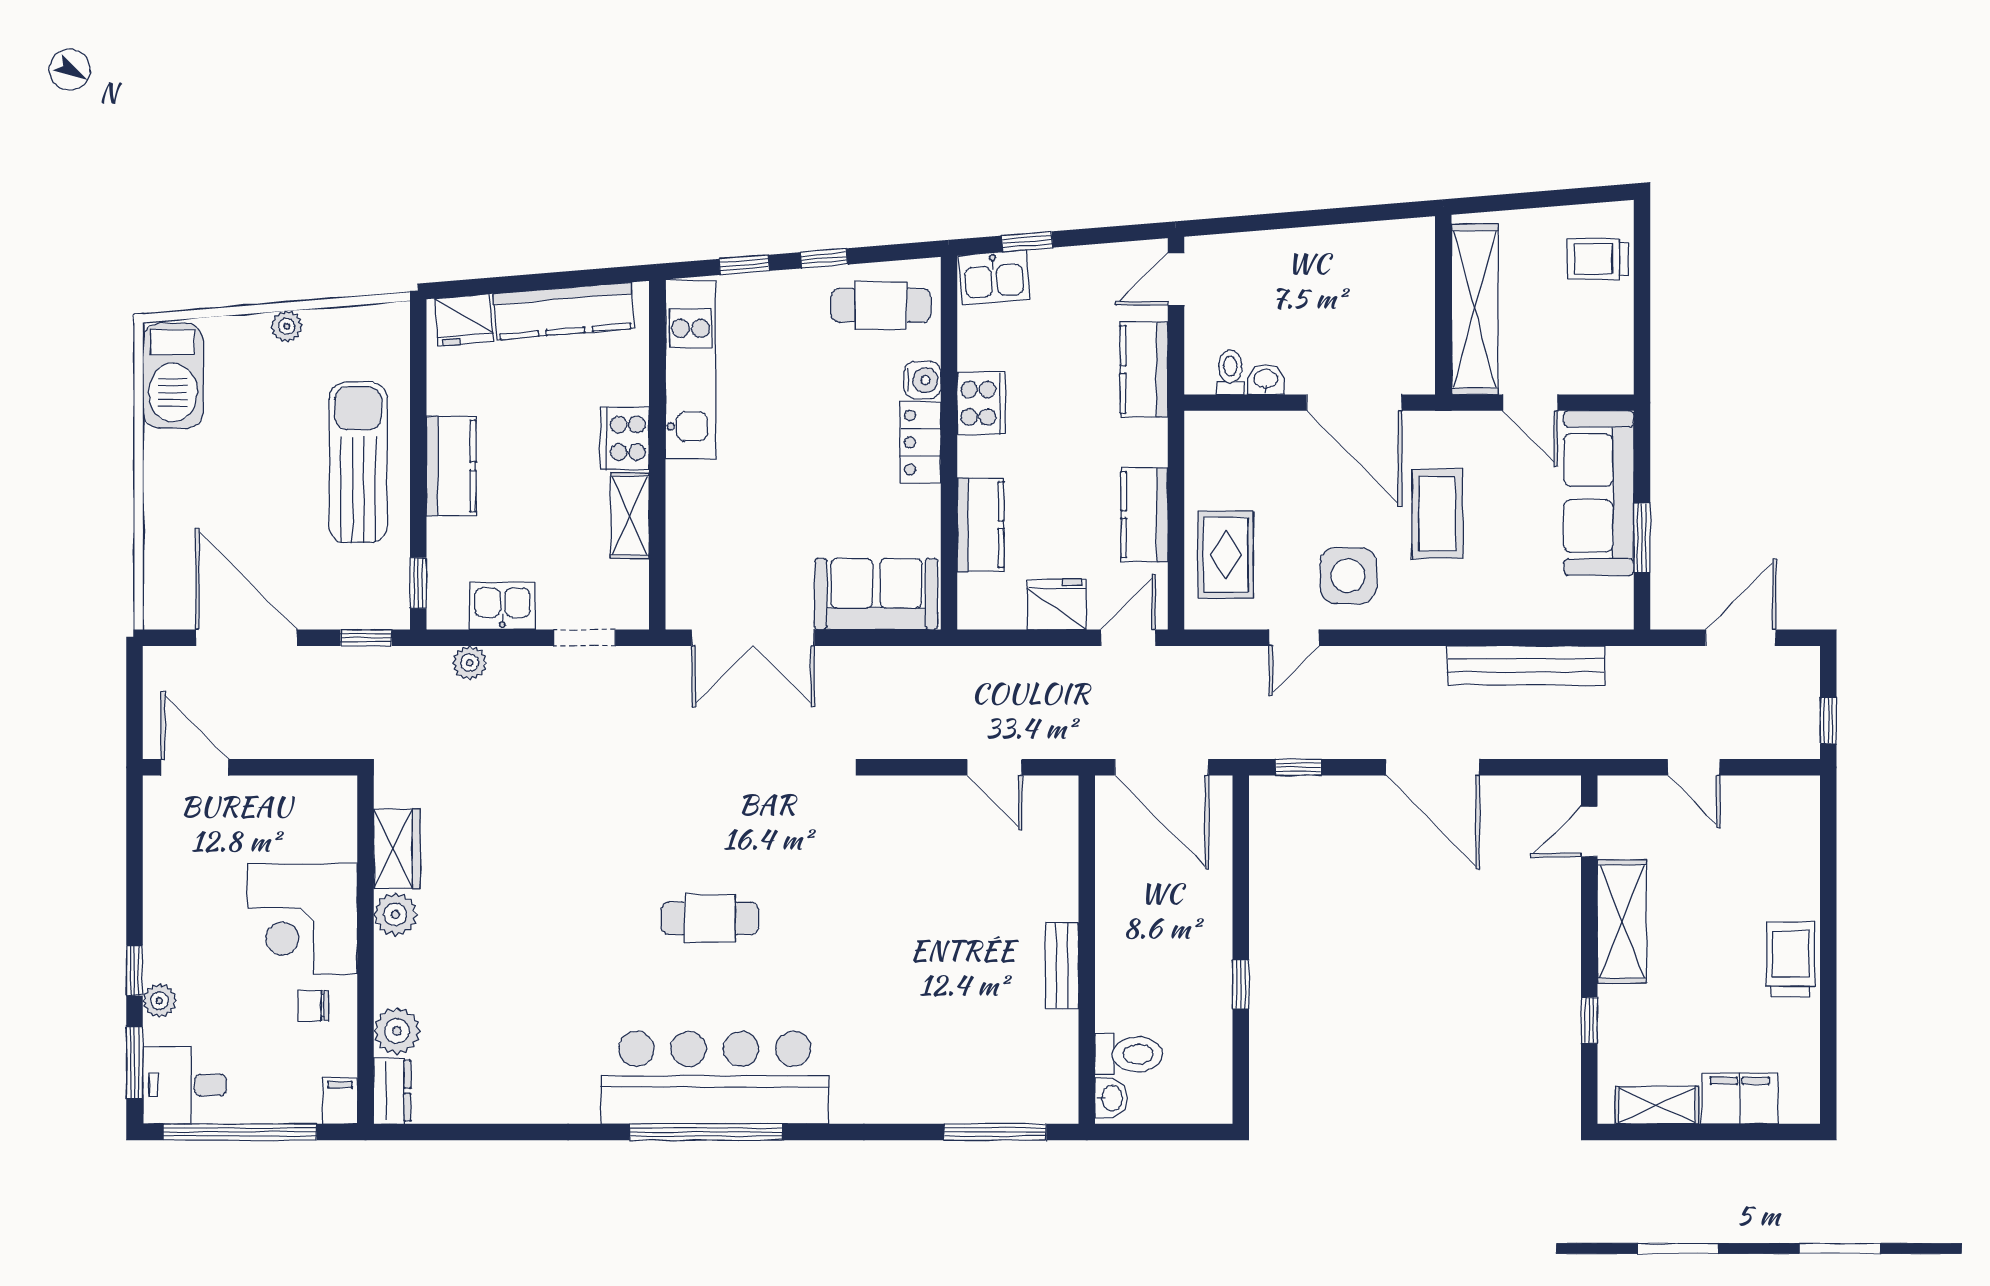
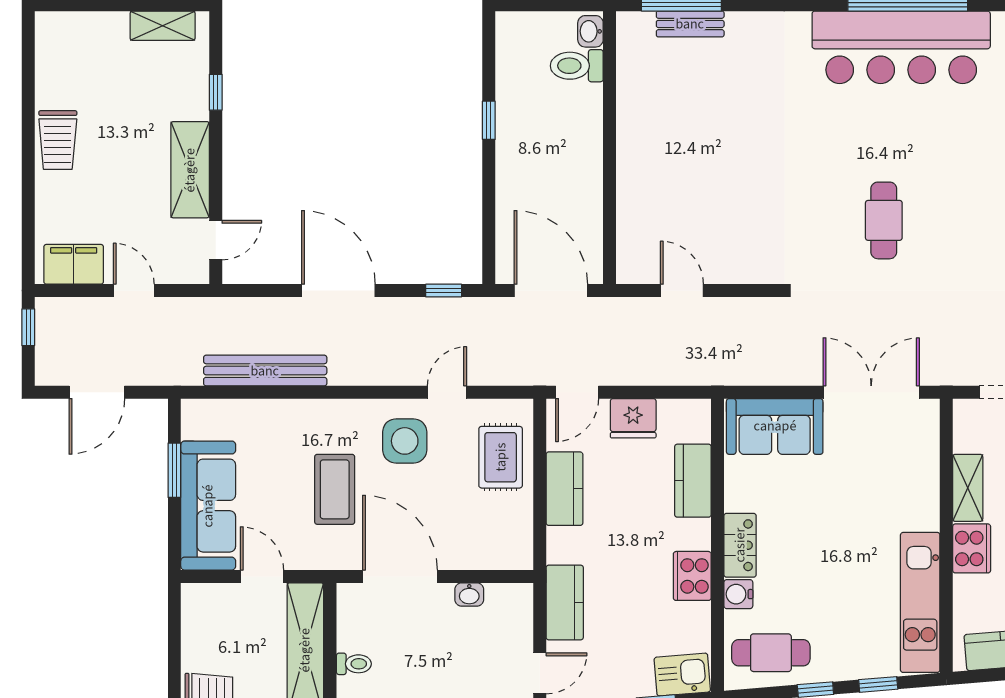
toilet: (1230, 372) -> (354, 664), moved, turned -90
cafe table: (710, 918) -> (884, 220), moved, turned 90
bench: (1062, 966) -> (690, 24), moved, turned 90
filing cabinet: (1740, 1099) -> (74, 264), moved, turned 180

